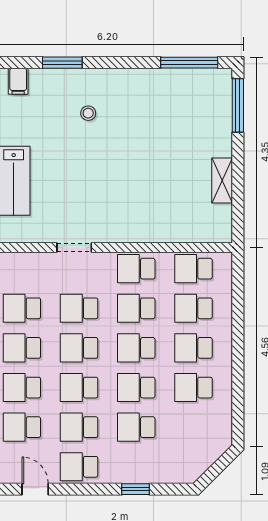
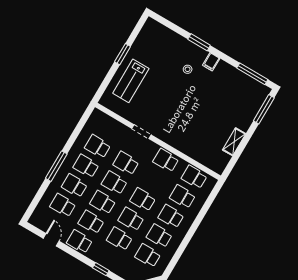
window: (62, 63) -> (199, 42), moved
filing cabinet: (18, 81) -> (211, 62), moved
school desk: (136, 308) -> (148, 256), moved

